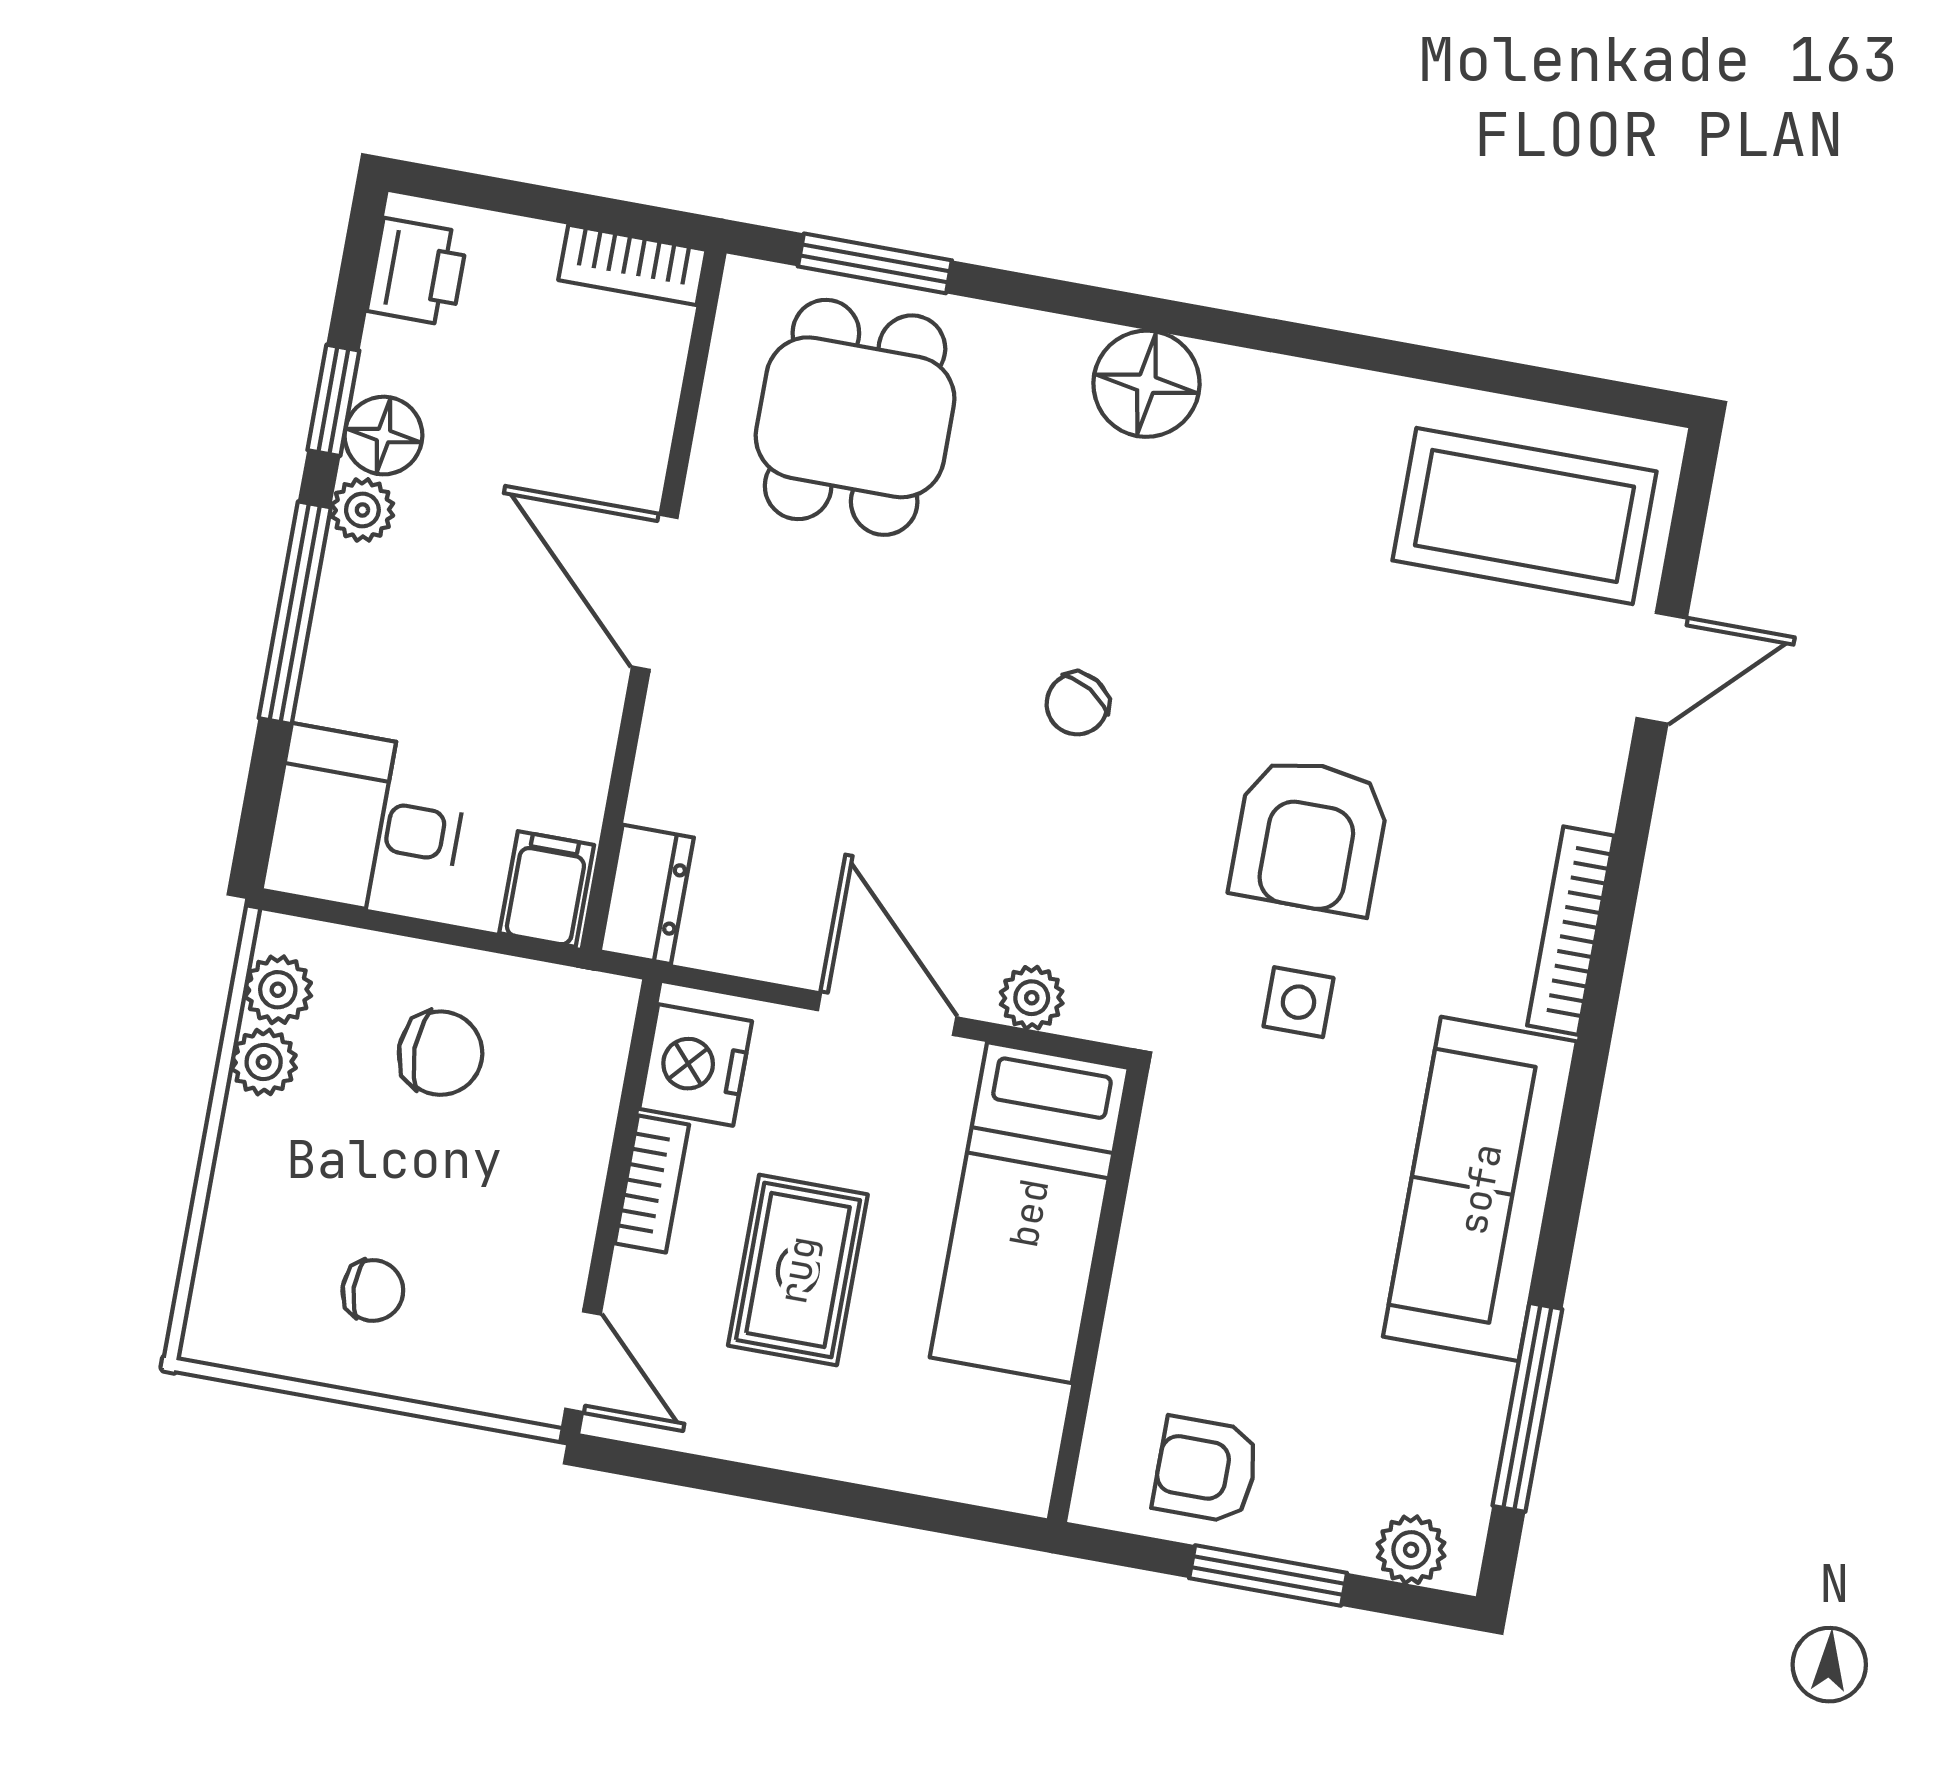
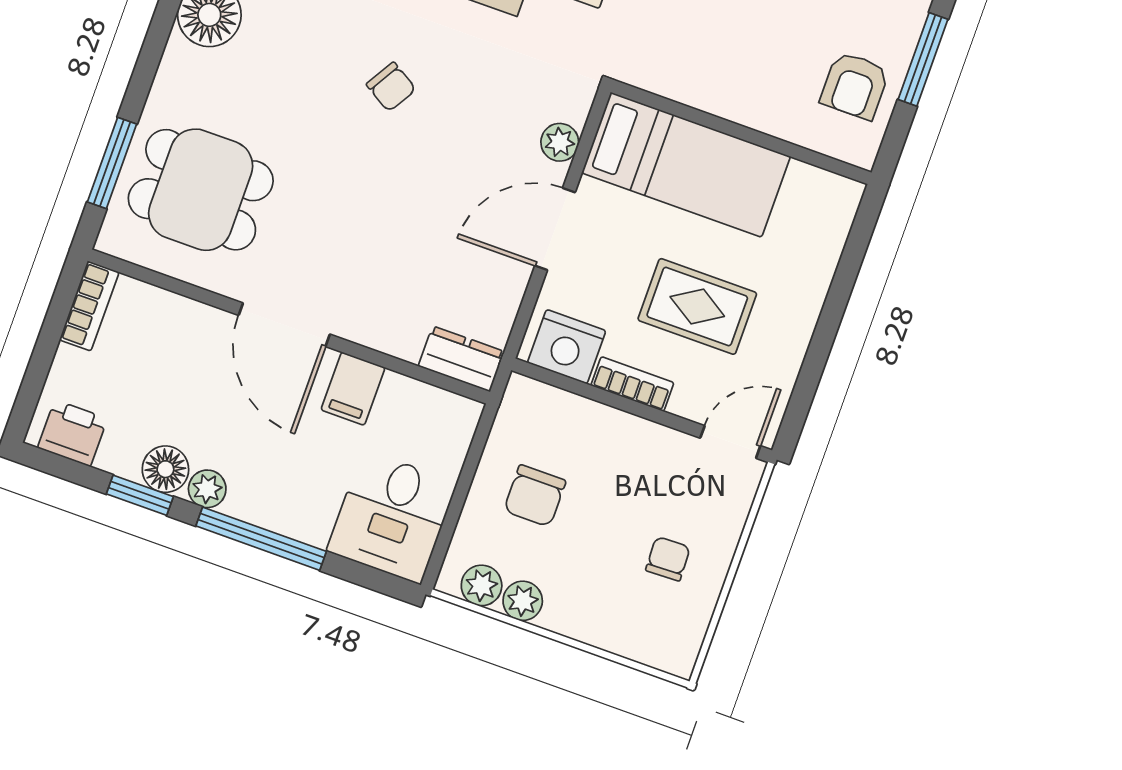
door: (655, 592) -> (284, 325), hinge flipped
filing cabinet: (547, 889) -> (353, 389), moved, turned -90
chair: (441, 1053) -> (535, 496), turned 180

